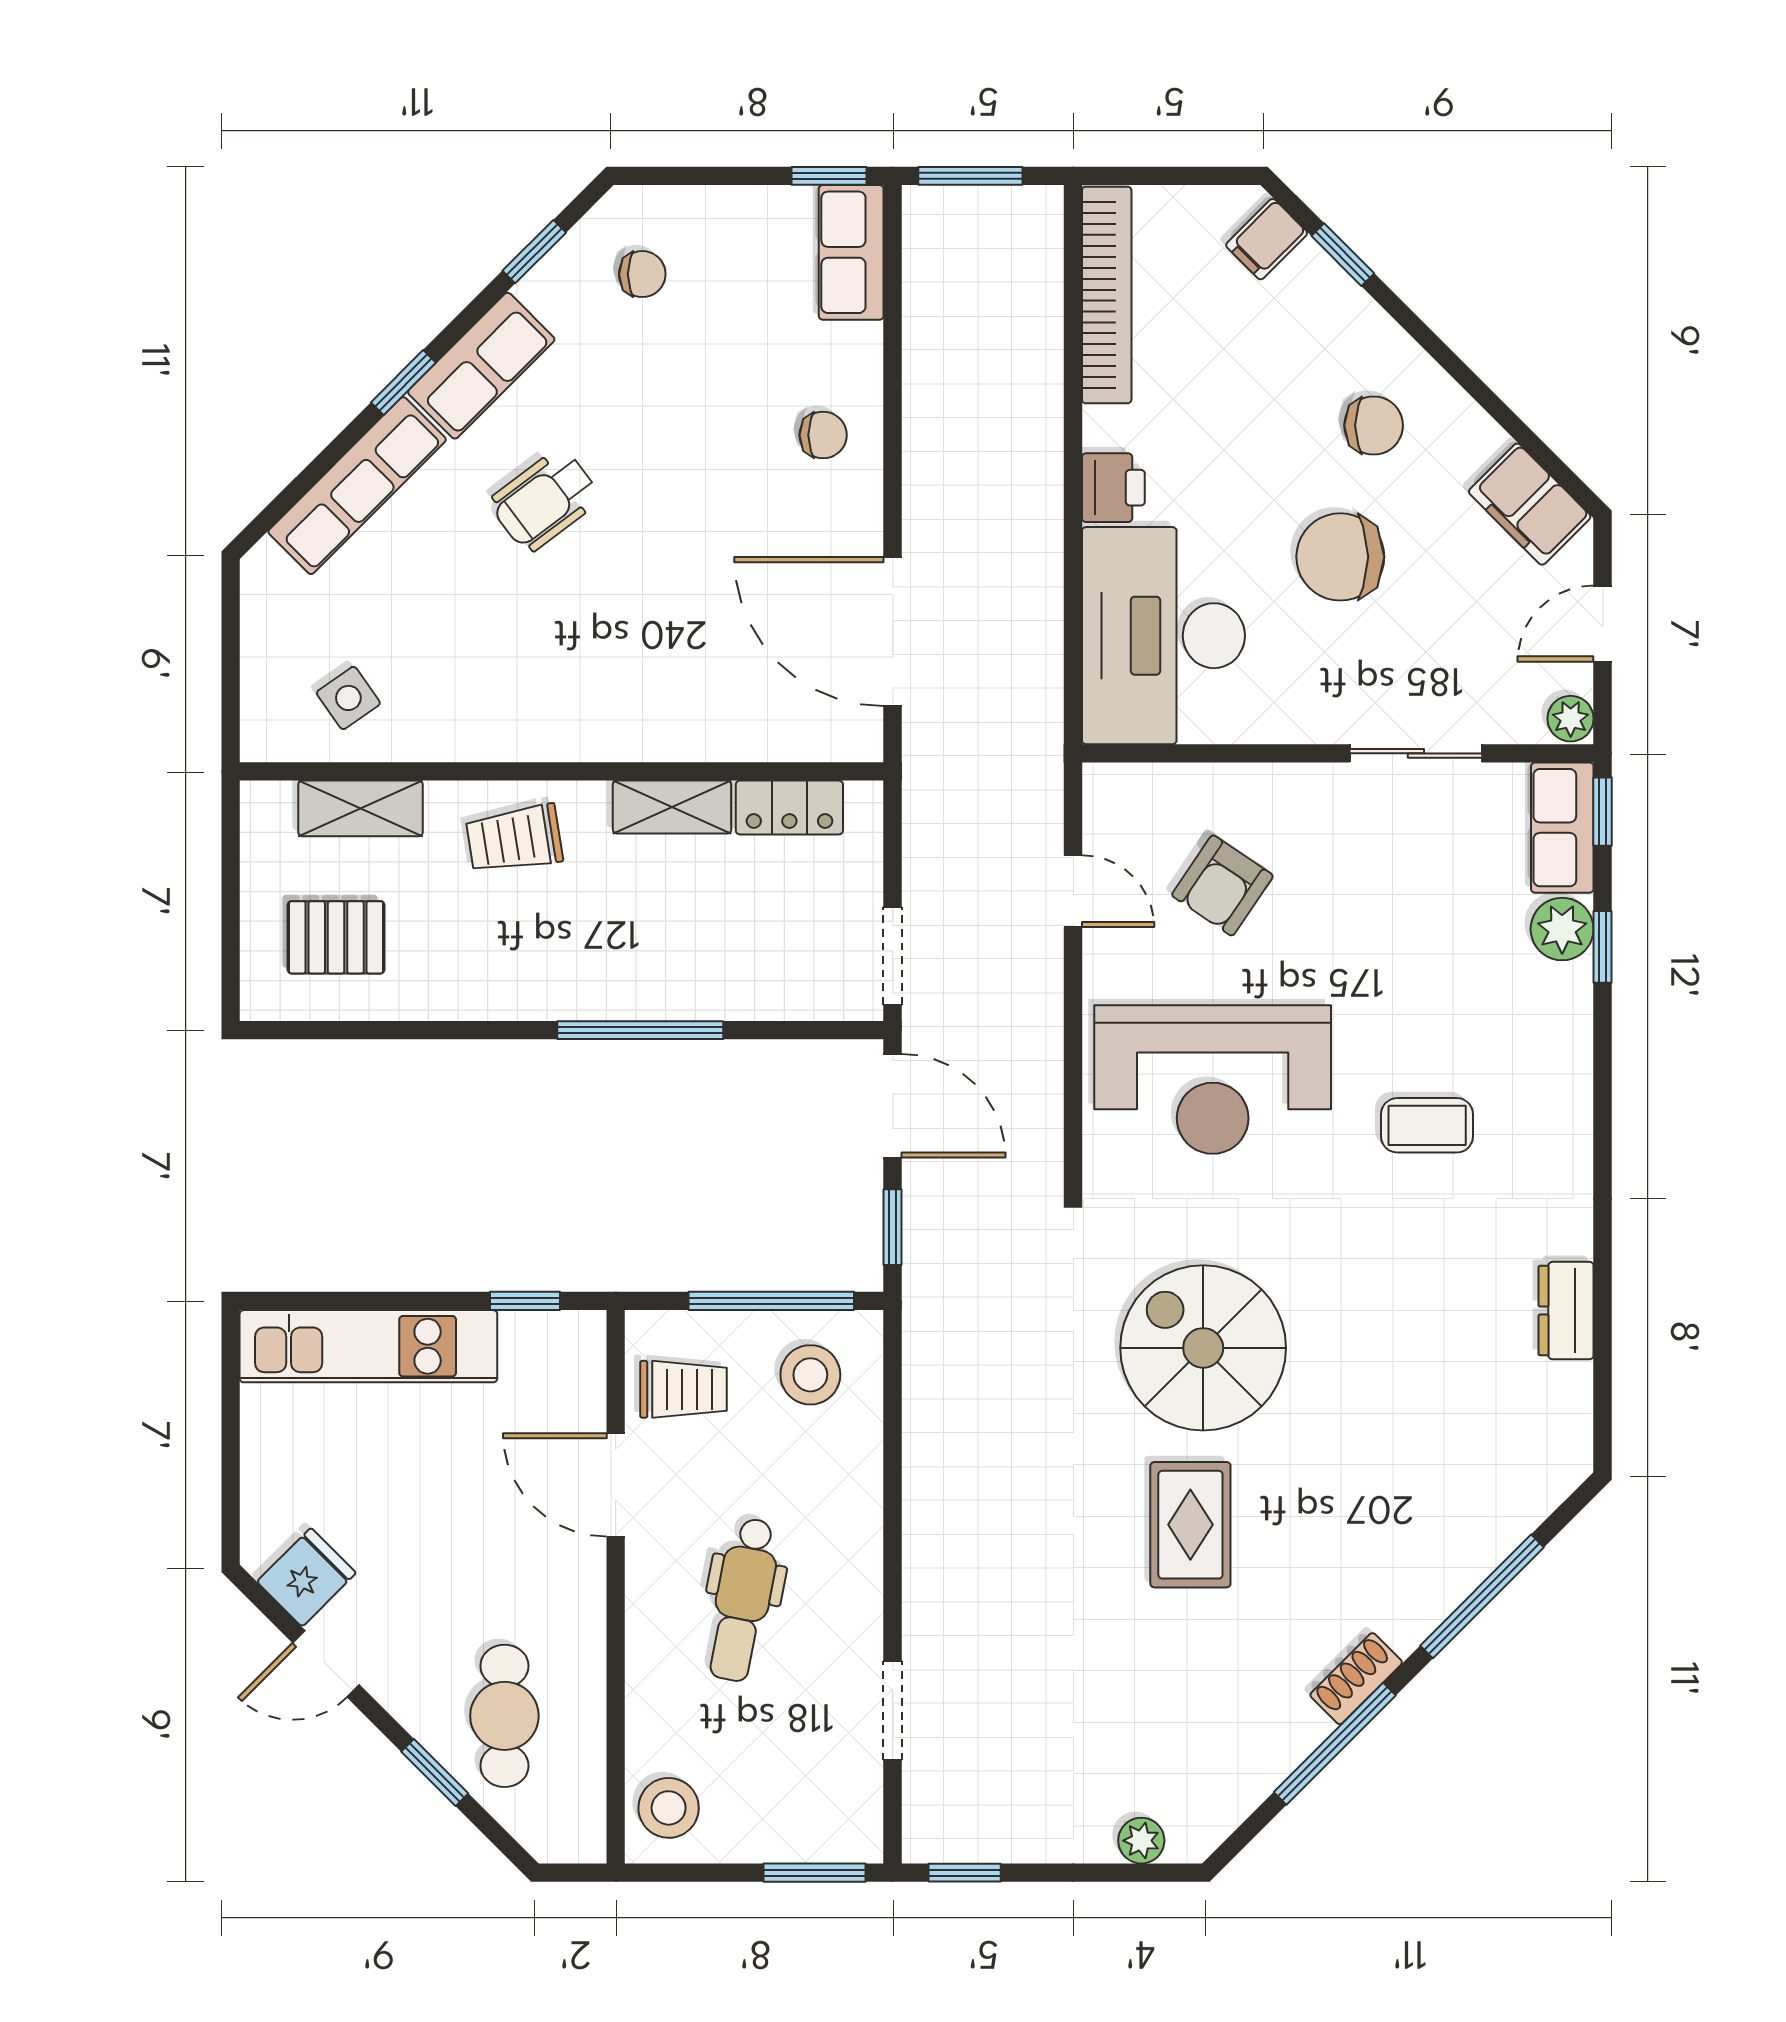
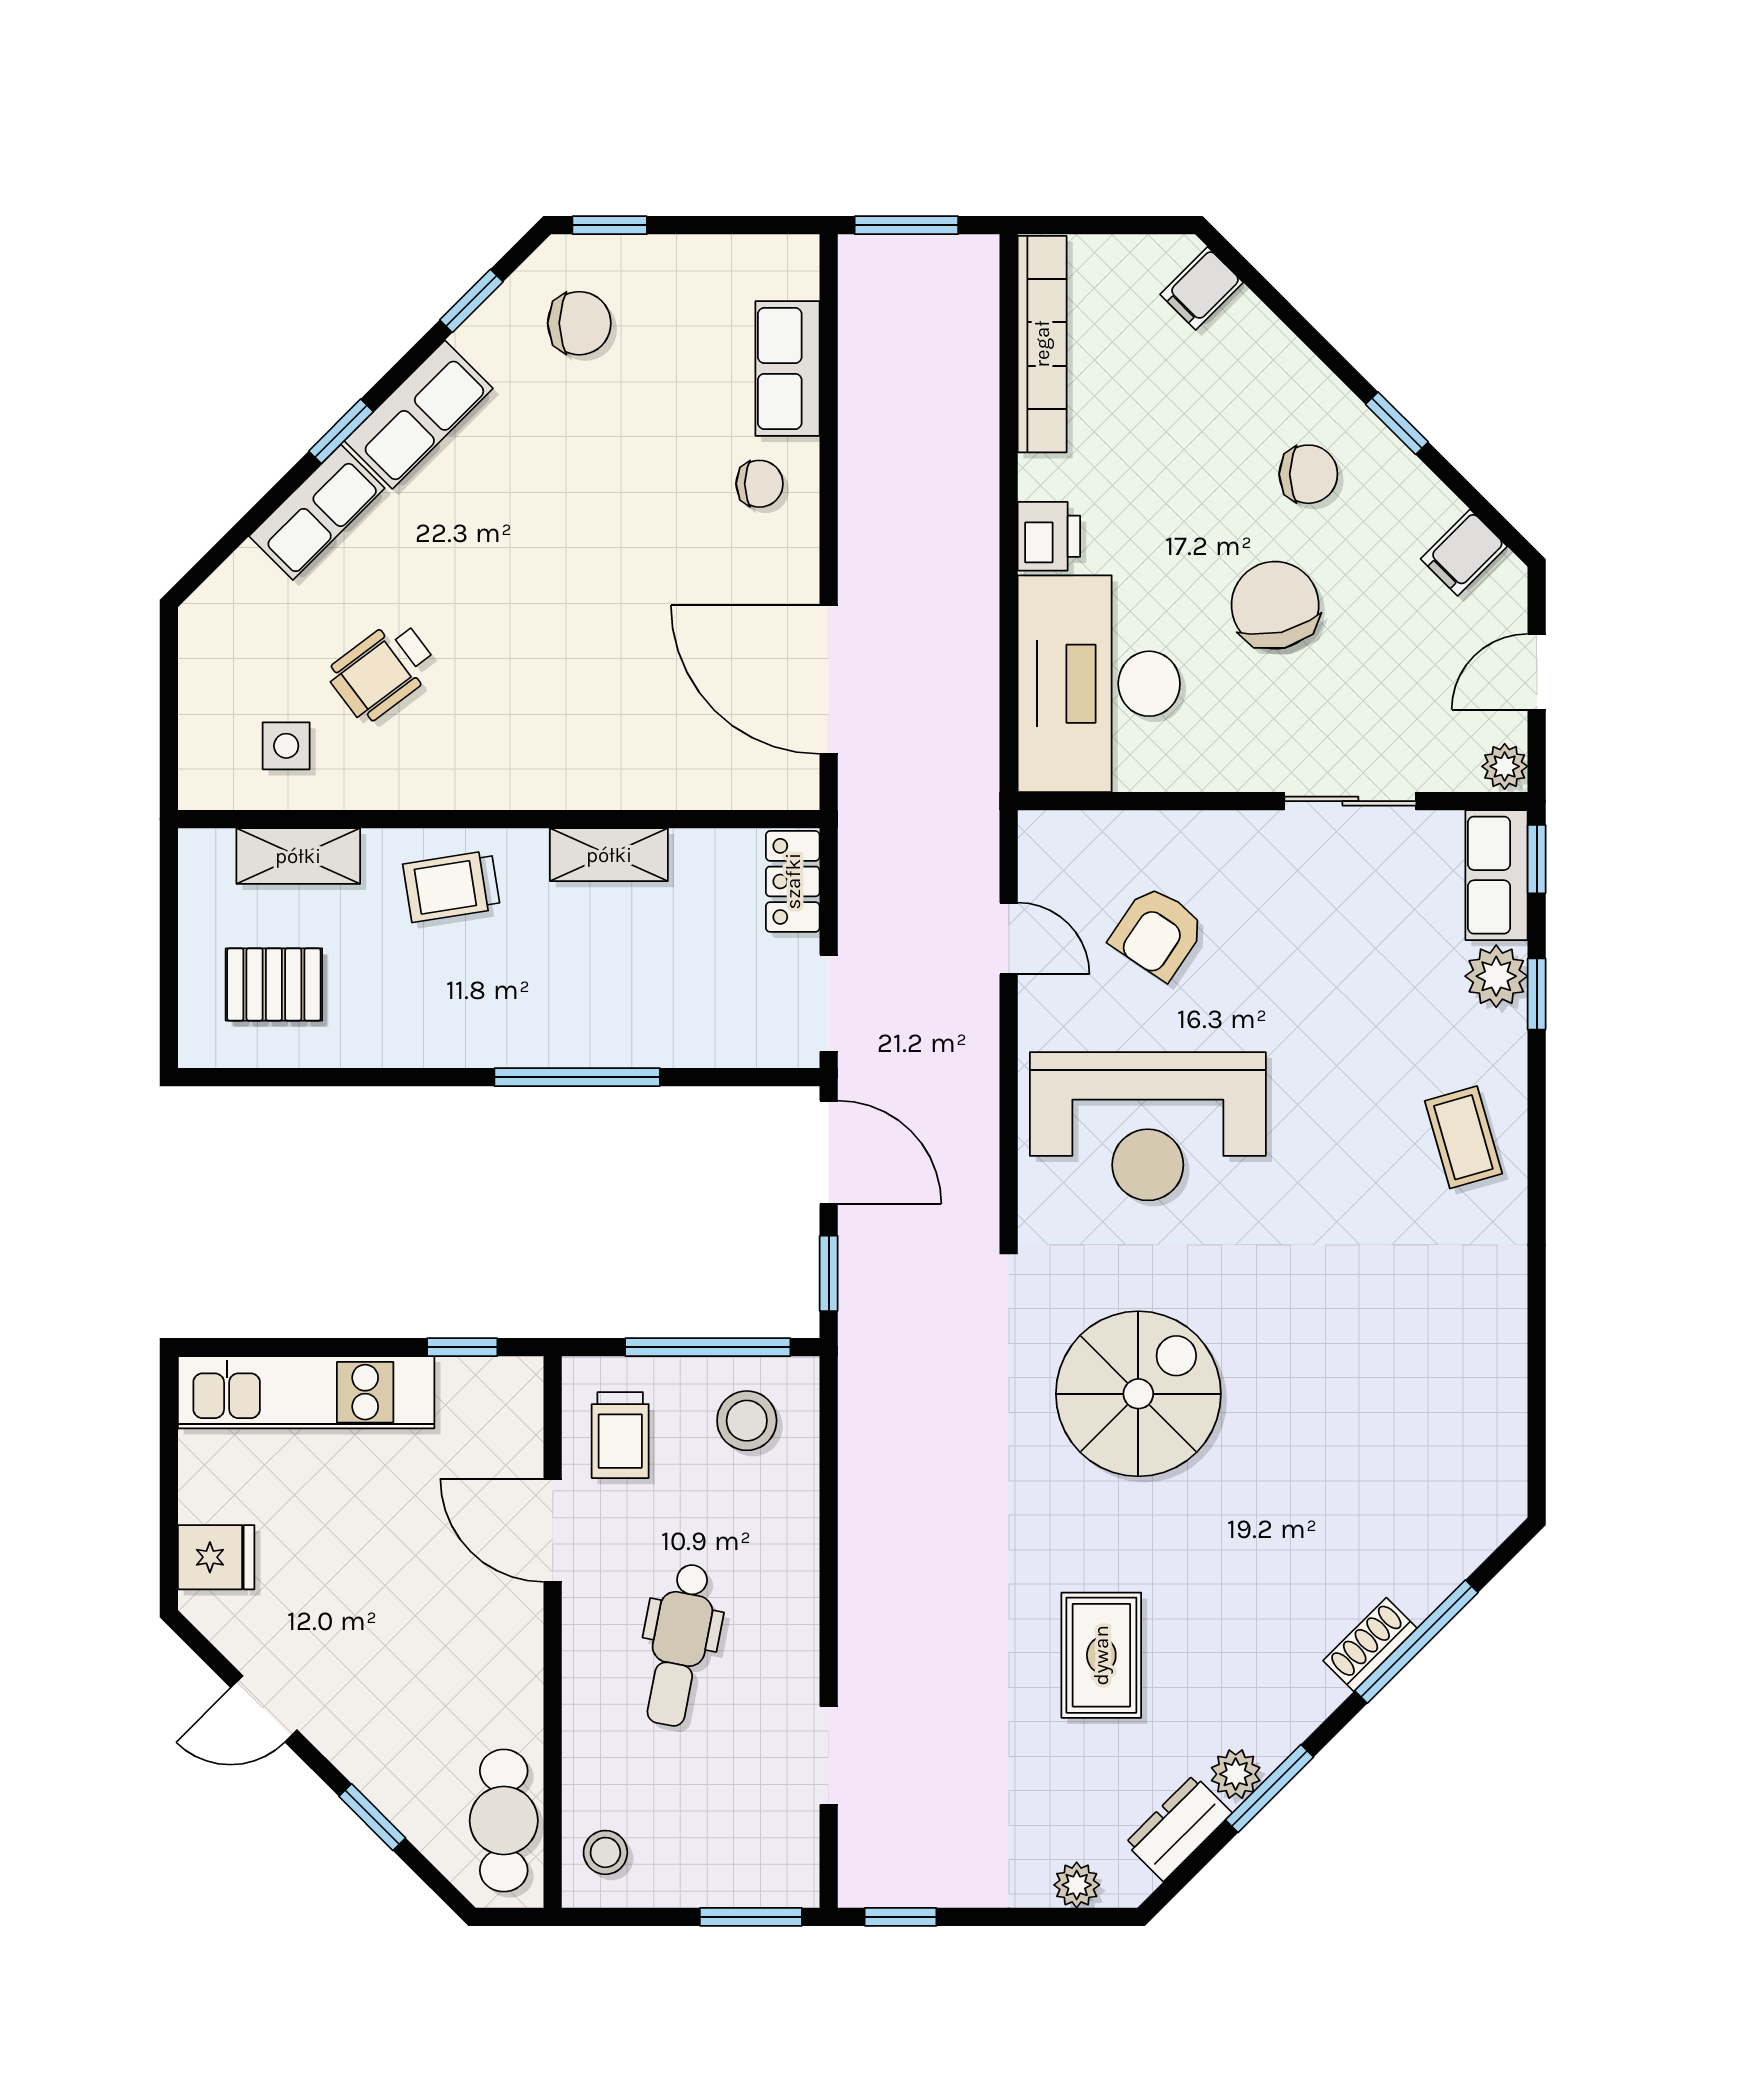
window: (829, 176) -> (610, 225), moved
row of seats: (851, 252) -> (787, 368), moved
window: (1343, 255) -> (1397, 423), moved
chair: (642, 274) -> (579, 323), width x1.37, depth x1.37
row of seats: (357, 486) -> (317, 512), width x0.68
wheelchair: (545, 500) -> (382, 671), moved
filing cabinet: (1530, 504) -> (1464, 553), width x0.50
chair: (1340, 557) -> (1275, 605), turned 77
side table: (348, 698) -> (286, 746), turned 35
locker: (789, 808) -> (793, 881), moved, turned 90
coffee table: (1427, 1125) -> (1463, 1137), moved, turned 74
dresser: (1566, 1311) -> (1179, 1828), moved, turned 45
spiral stairs: (1203, 1348) -> (1138, 1394), turned 90
trolley: (683, 1389) -> (620, 1435), turned 90
rug: (1190, 1525) -> (1101, 1655), moved
fridge: (307, 1577) -> (216, 1557), moved, turned 45
shoe rack: (1356, 1679) -> (1370, 1644), moved
cafe table: (504, 1716) -> (504, 1821), moved
plant: (1301, 1729) -> (1236, 1774), added
window: (1335, 1744) -> (1269, 1788), width x0.69
stool: (669, 1808) -> (605, 1852), width x0.73, depth x0.73

